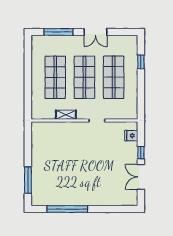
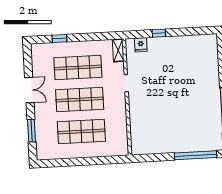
window: (58, 32) -> (32, 131), width x0.69
shelving: (66, 115) -> (118, 50), moved
double door: (141, 177) -> (185, 32), removed
window: (28, 180) -> (195, 155), width x1.46

